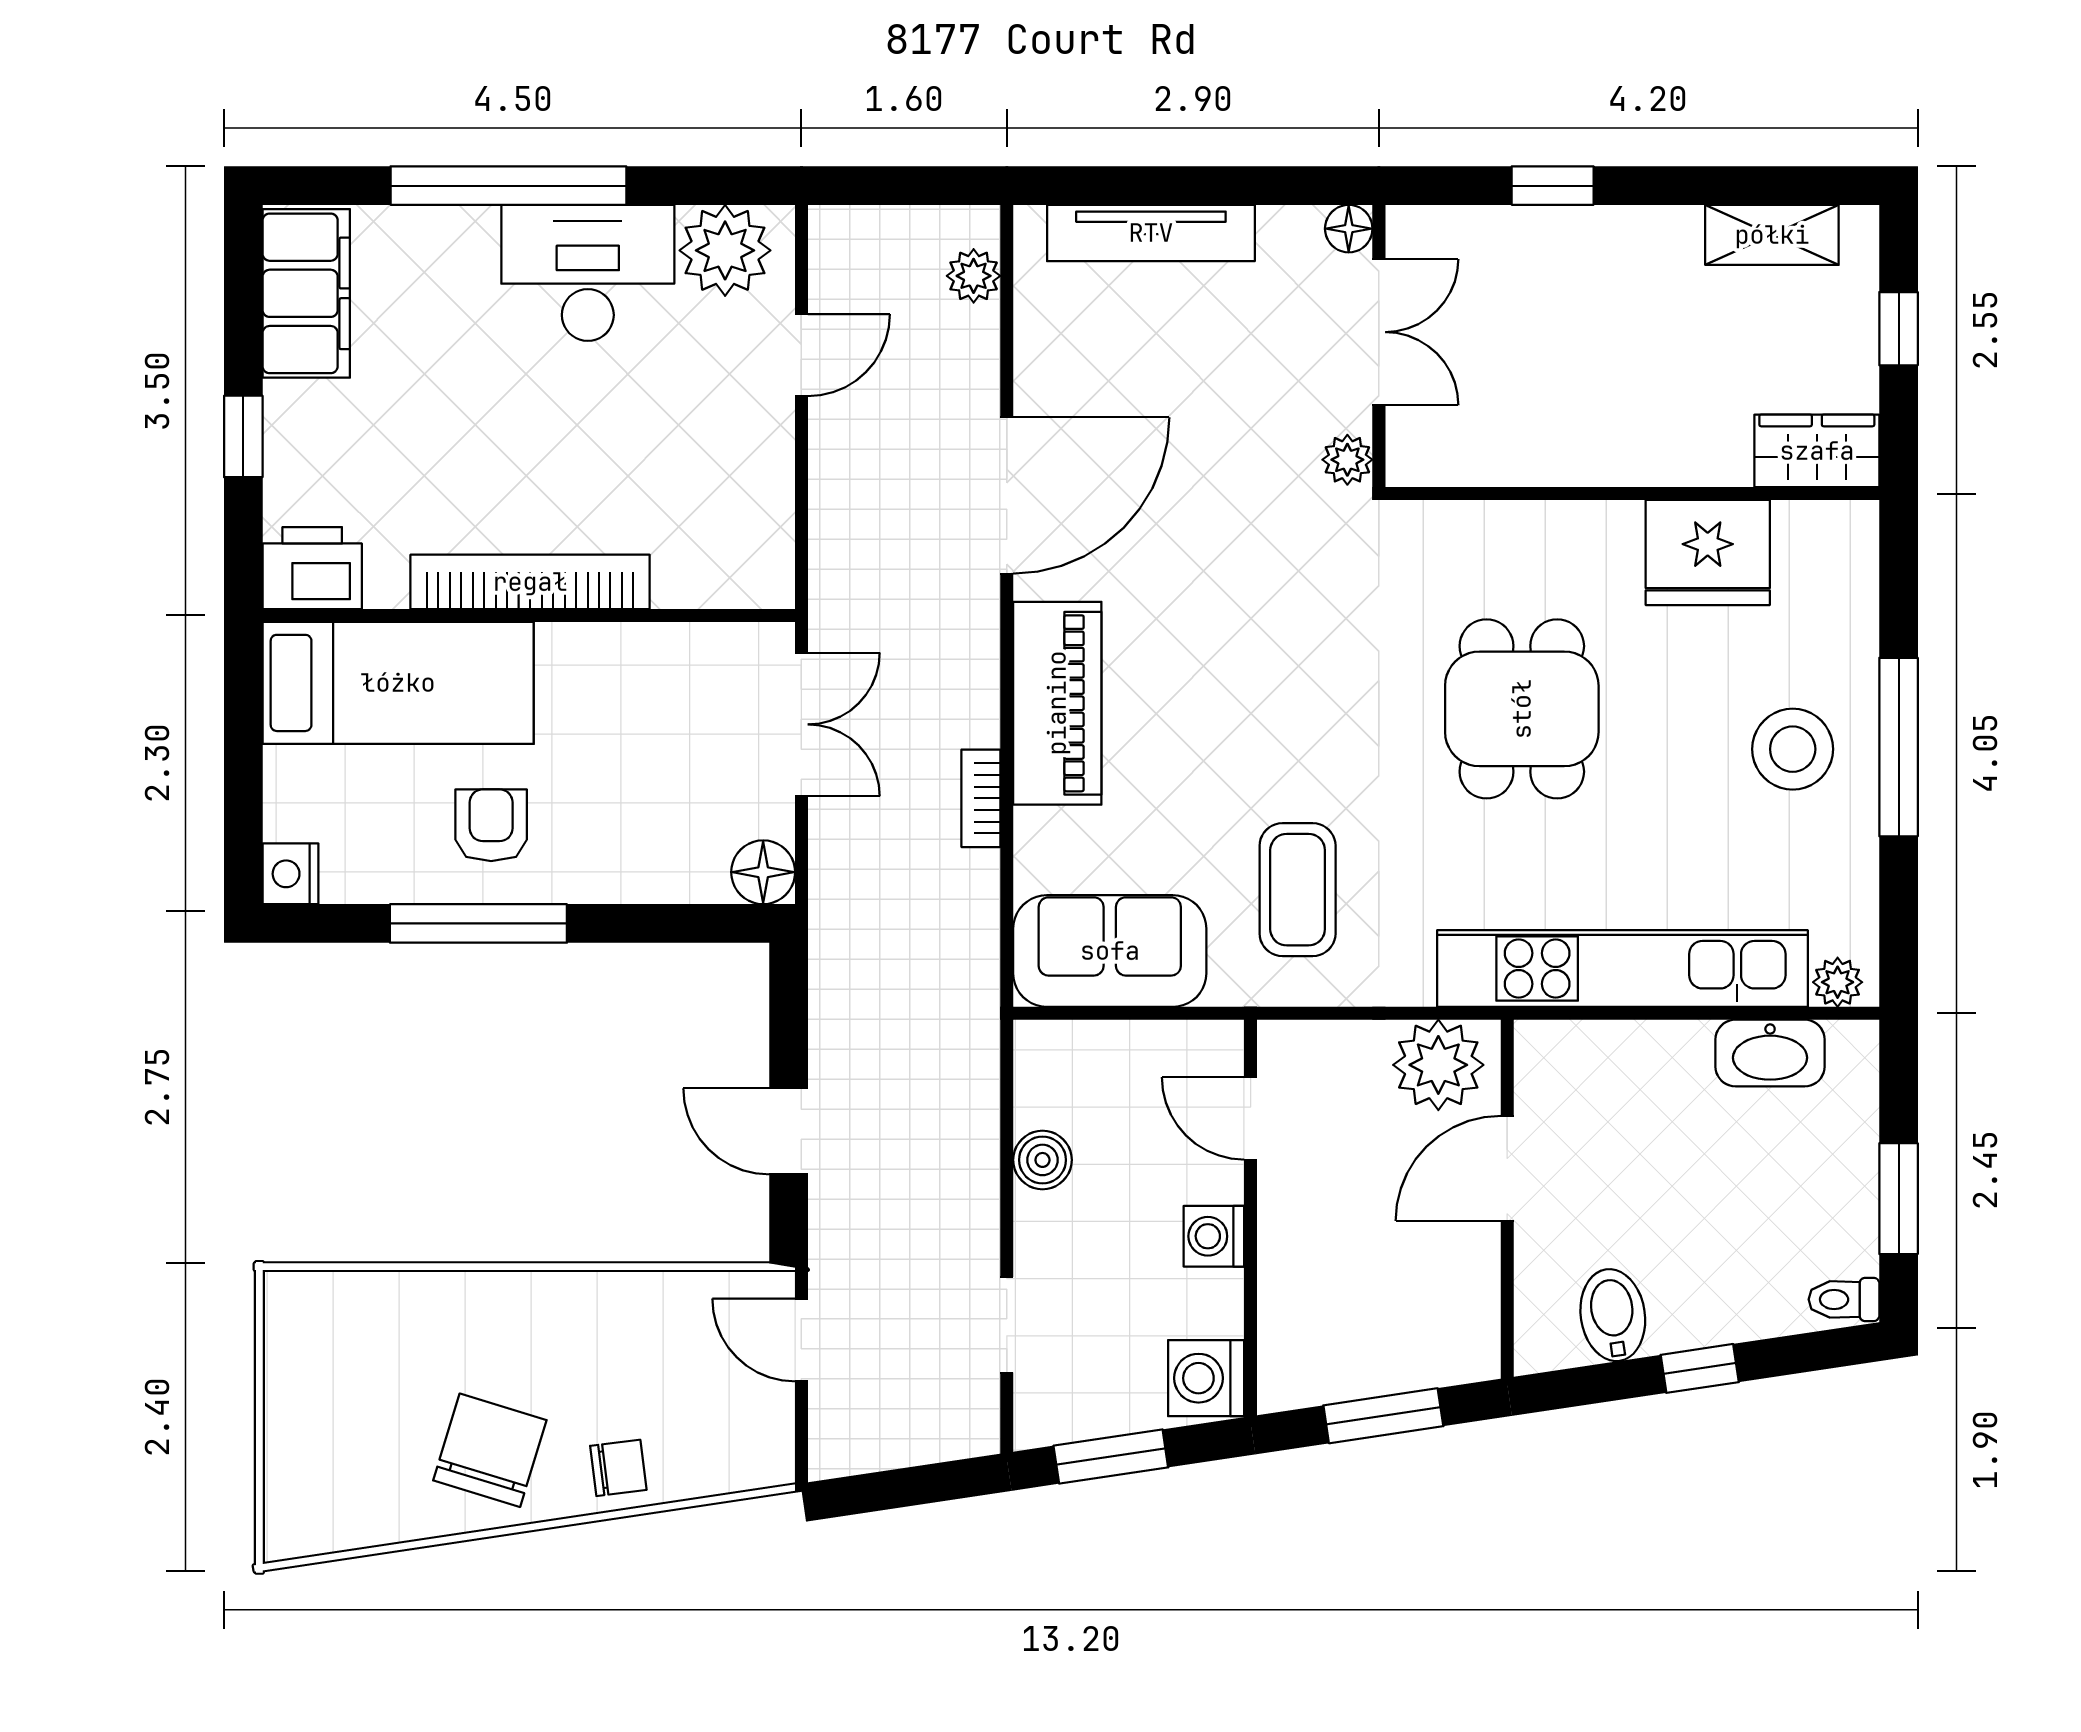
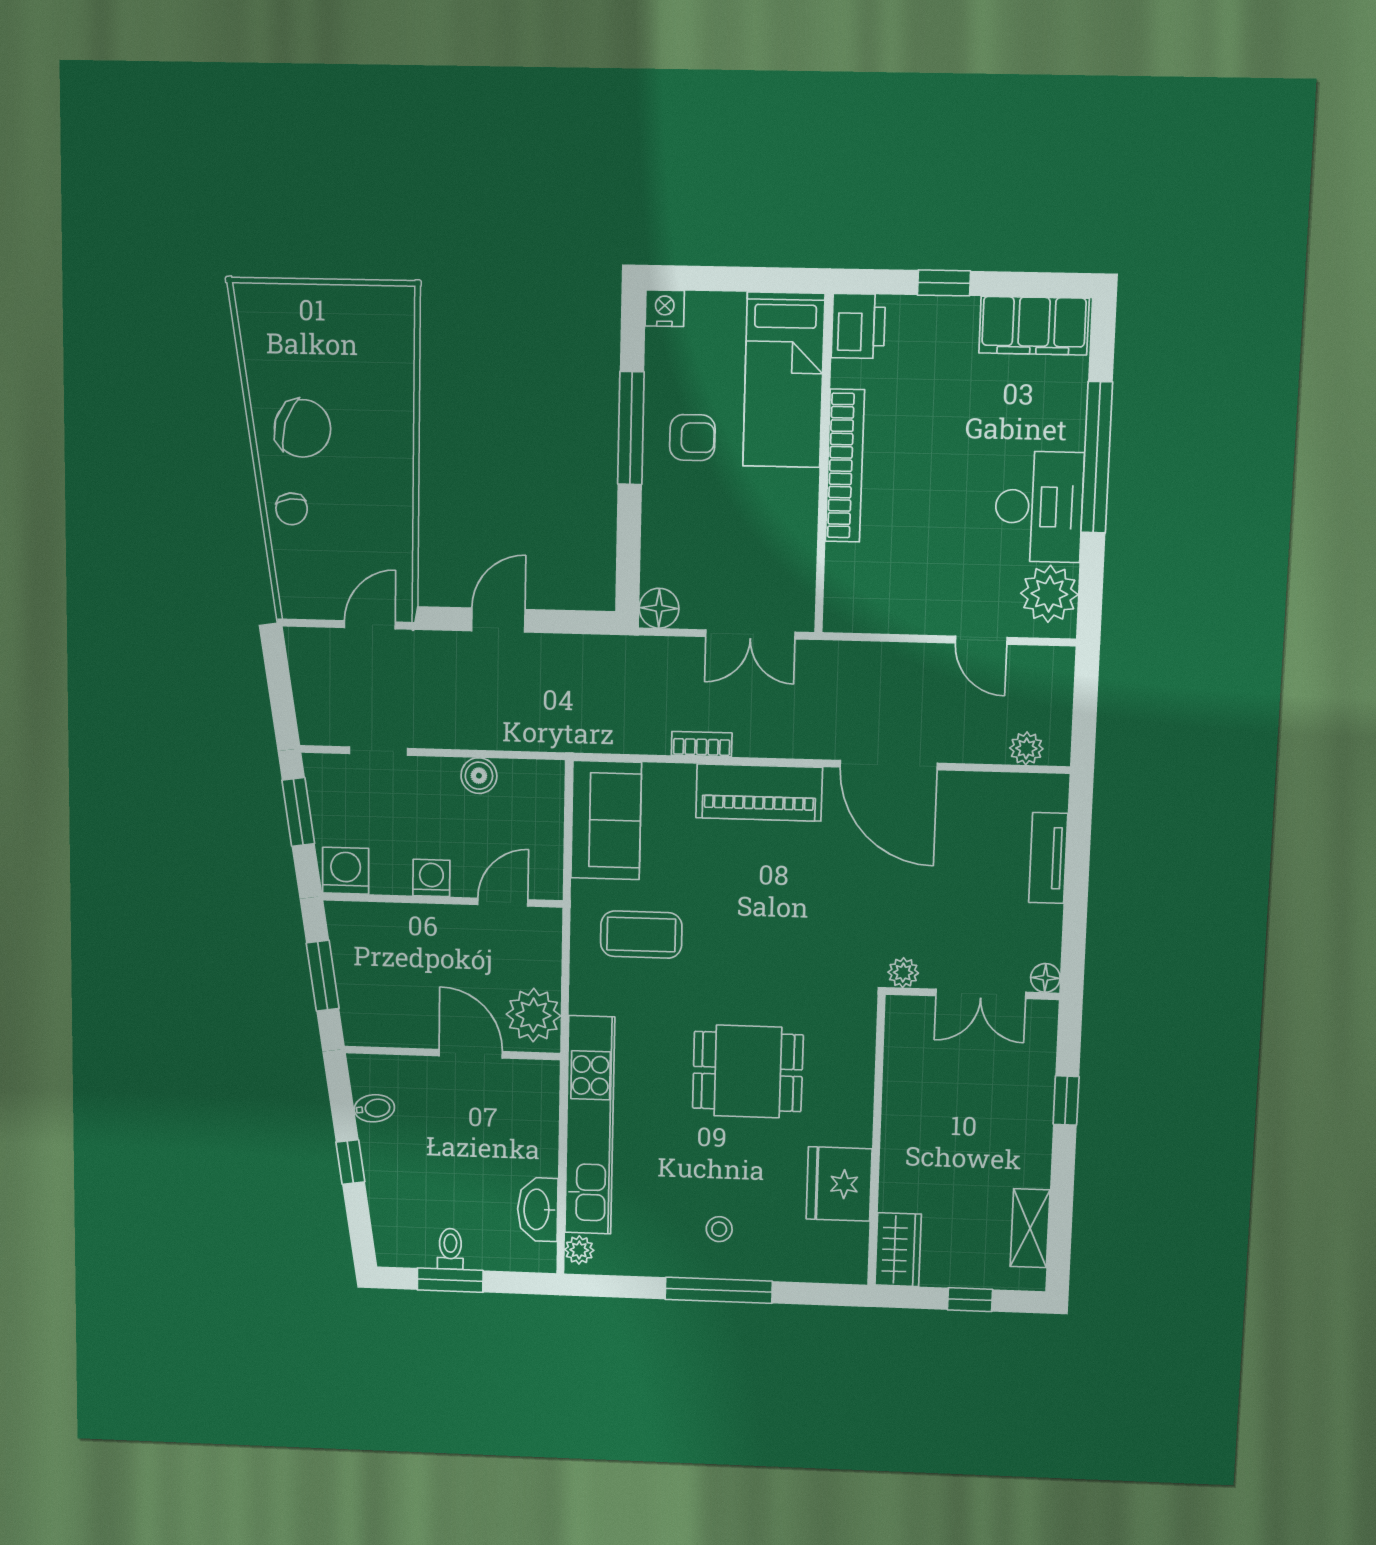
tv unit: (1151, 233) -> (1048, 858), width x0.71
stool: (1793, 749) -> (719, 1229), width x0.53, depth x0.53
toilet: (1844, 1299) -> (450, 1249), moved
bidet: (1613, 1315) -> (374, 1108), width x0.72, depth x0.74

